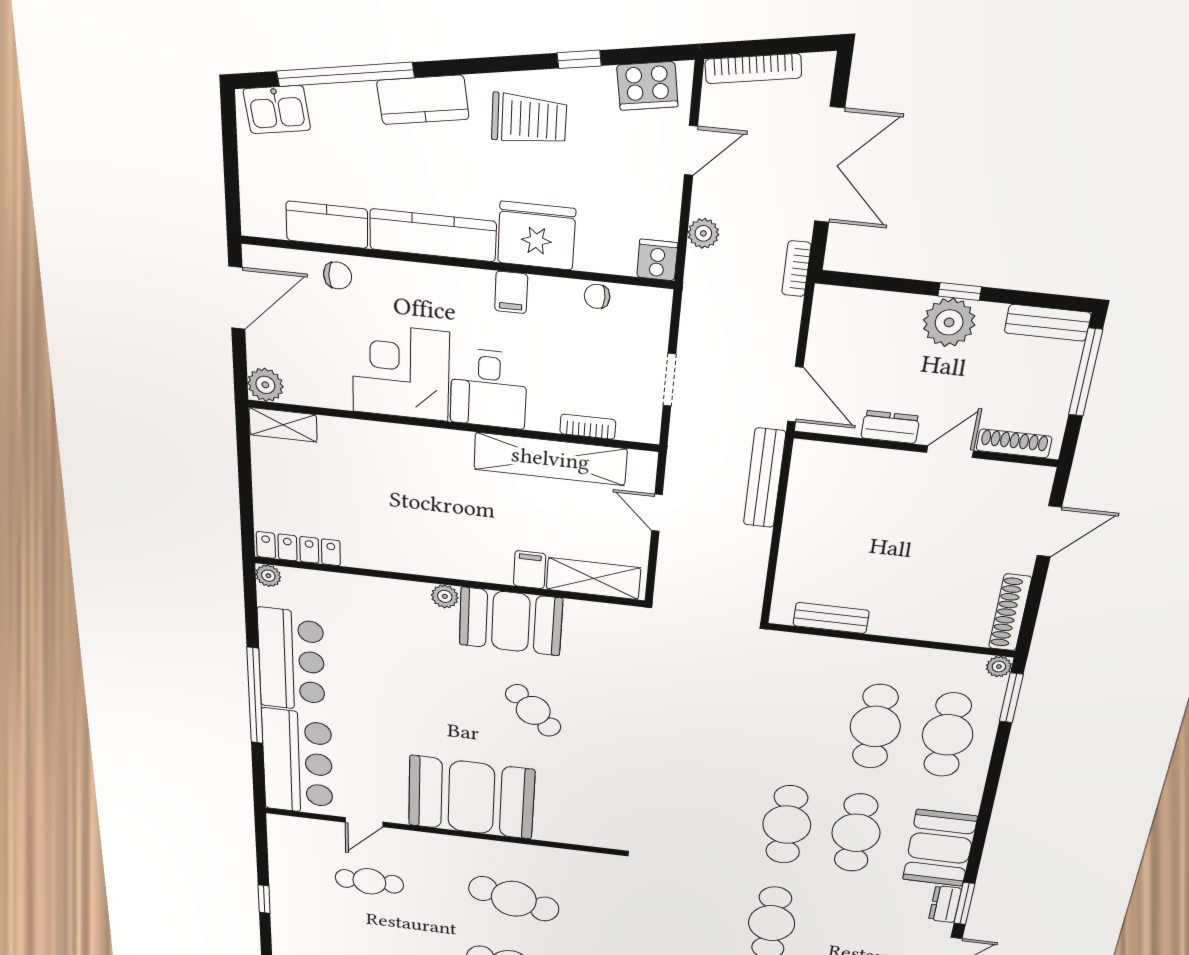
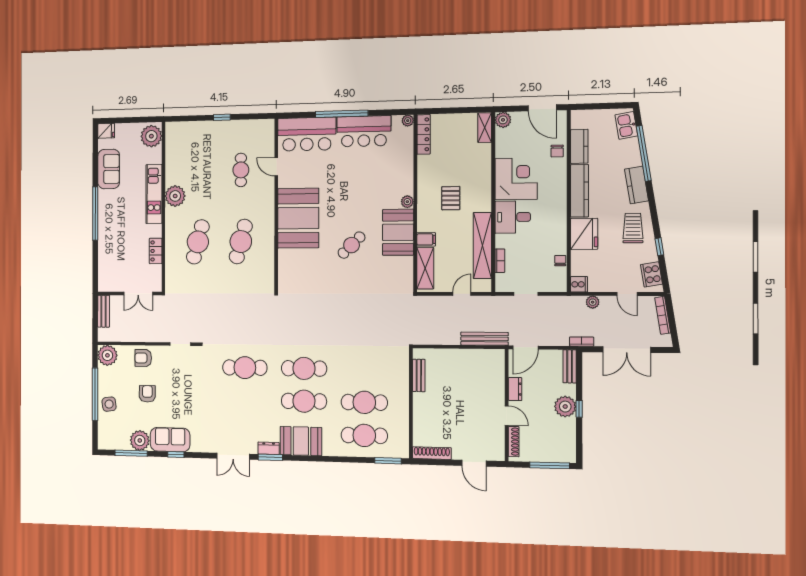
trolley: (529, 119) -> (633, 228), turned 180
filing cabinet: (511, 292) -> (558, 225), removed
bench: (1048, 323) -> (570, 366), moved
pallet: (440, 511) -> (451, 198), added
plant: (999, 667) -> (404, 453), removed

